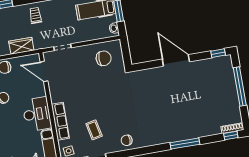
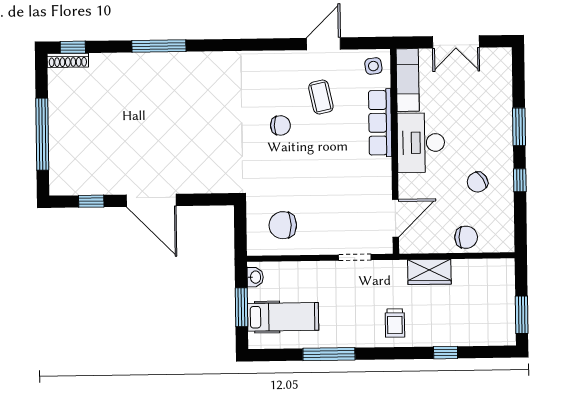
window: (218, 53) -> (91, 201), moved
door: (44, 72) -> (395, 218), hinge flipped
chair: (127, 140) -> (280, 125), moved

